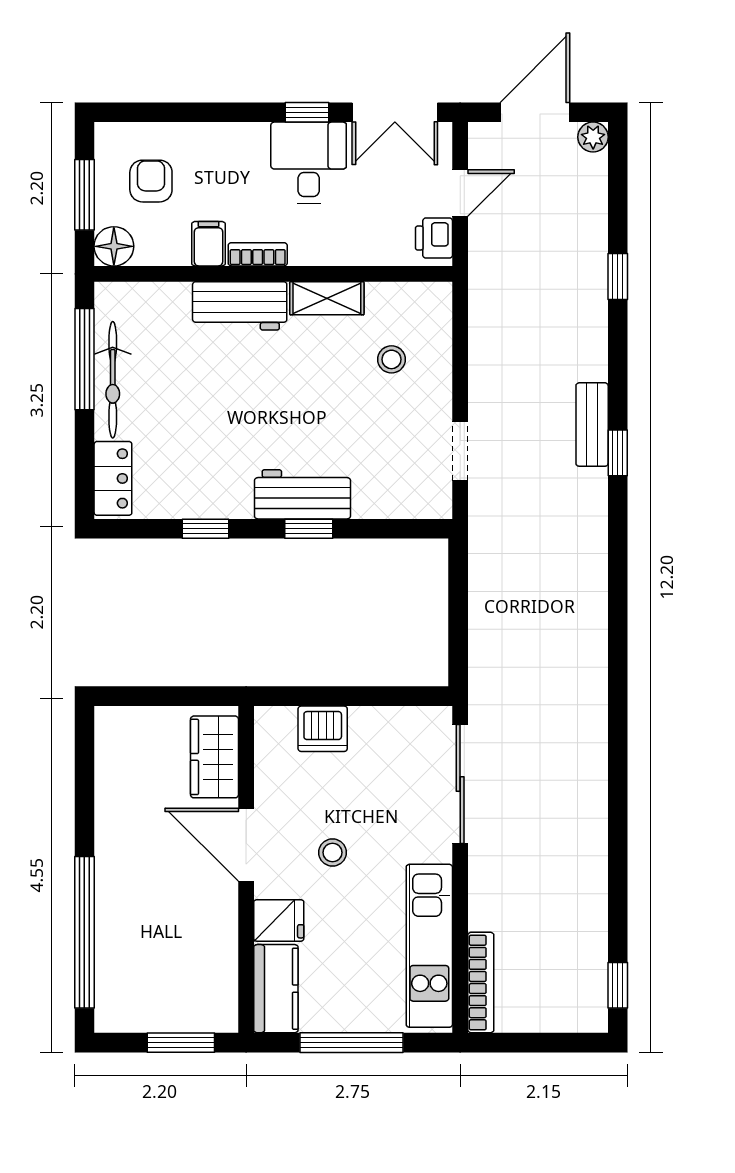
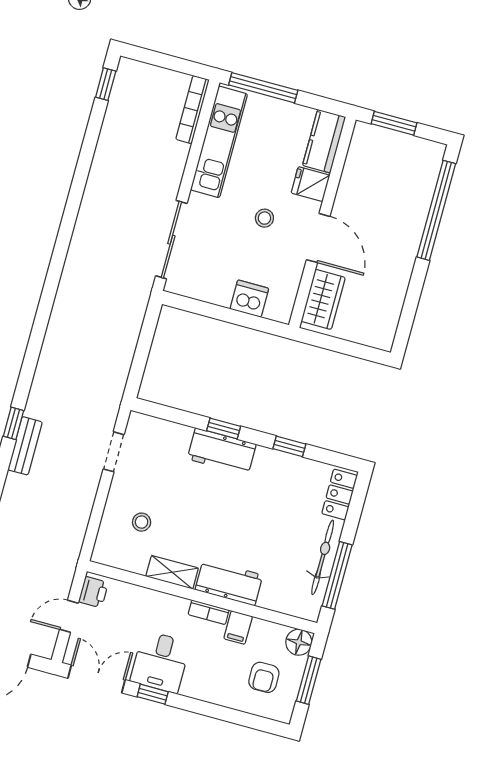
window: (352, 1043) -> (263, 88), moved

